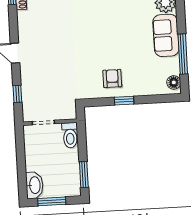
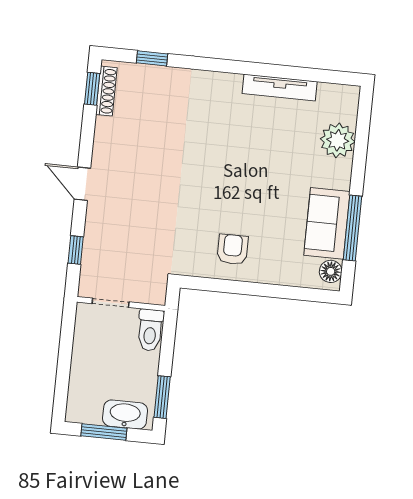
sofa: (166, 35) -> (327, 223), moved
window: (124, 101) -> (246, 288), removed
washbasin: (34, 185) -> (125, 414), moved, turned -90

